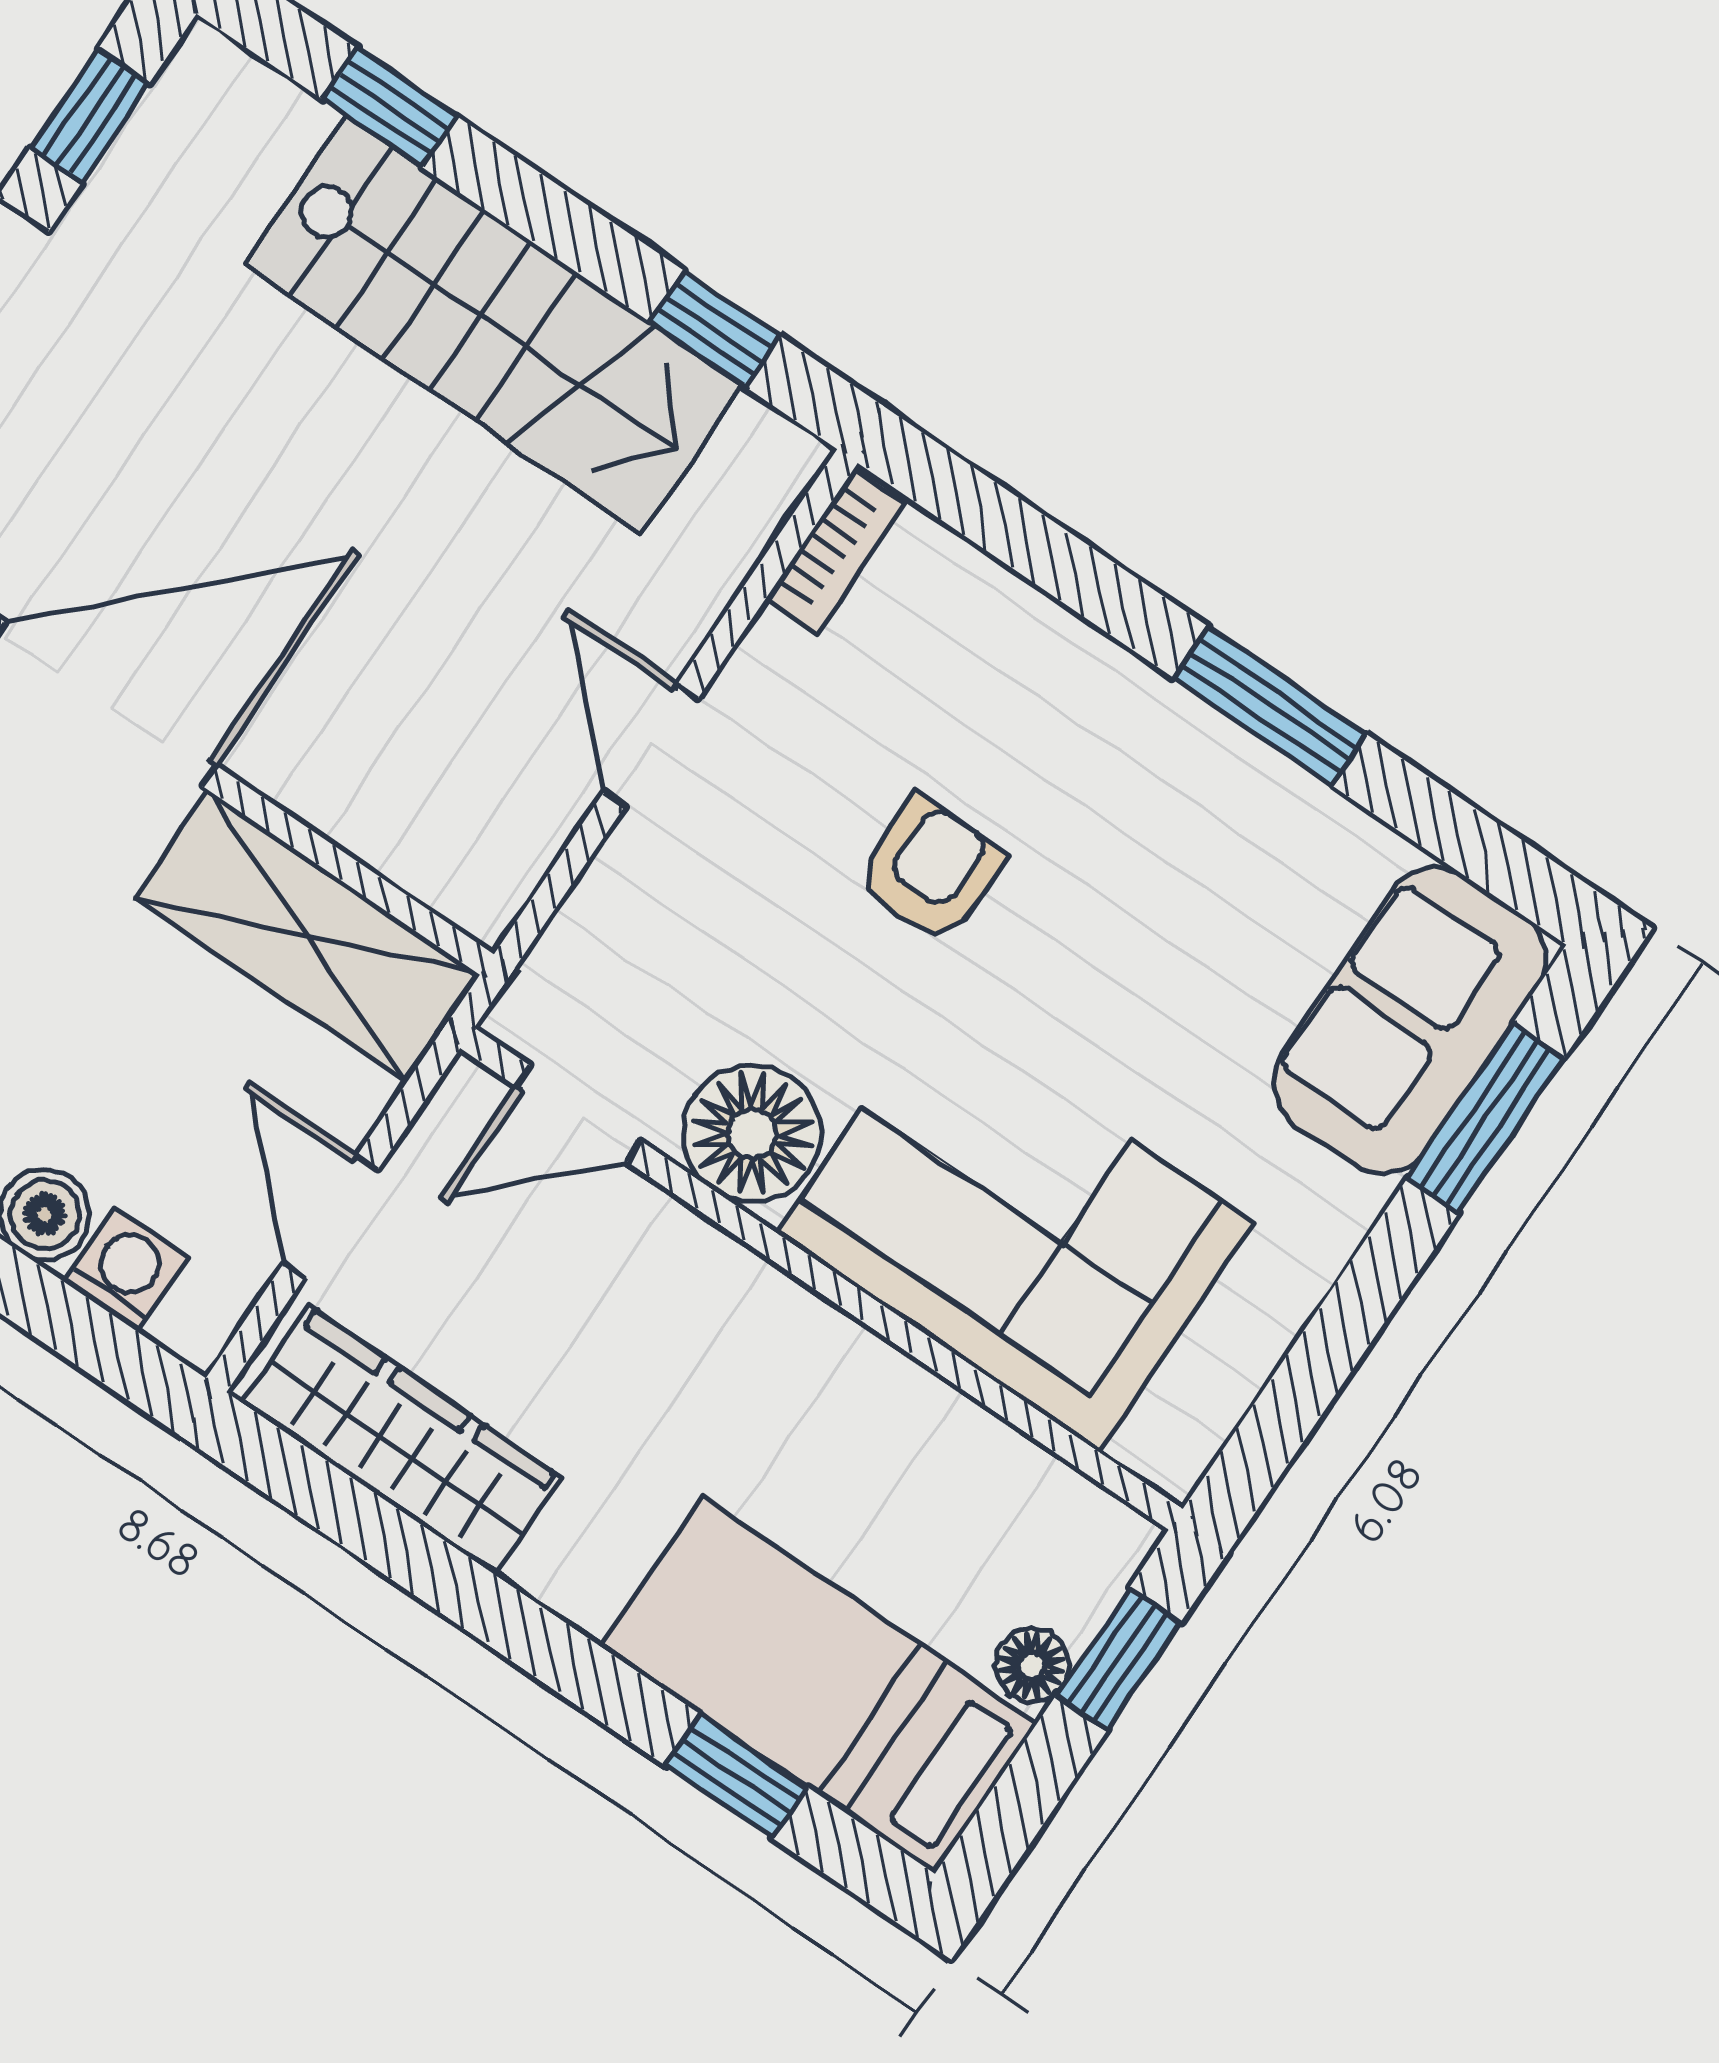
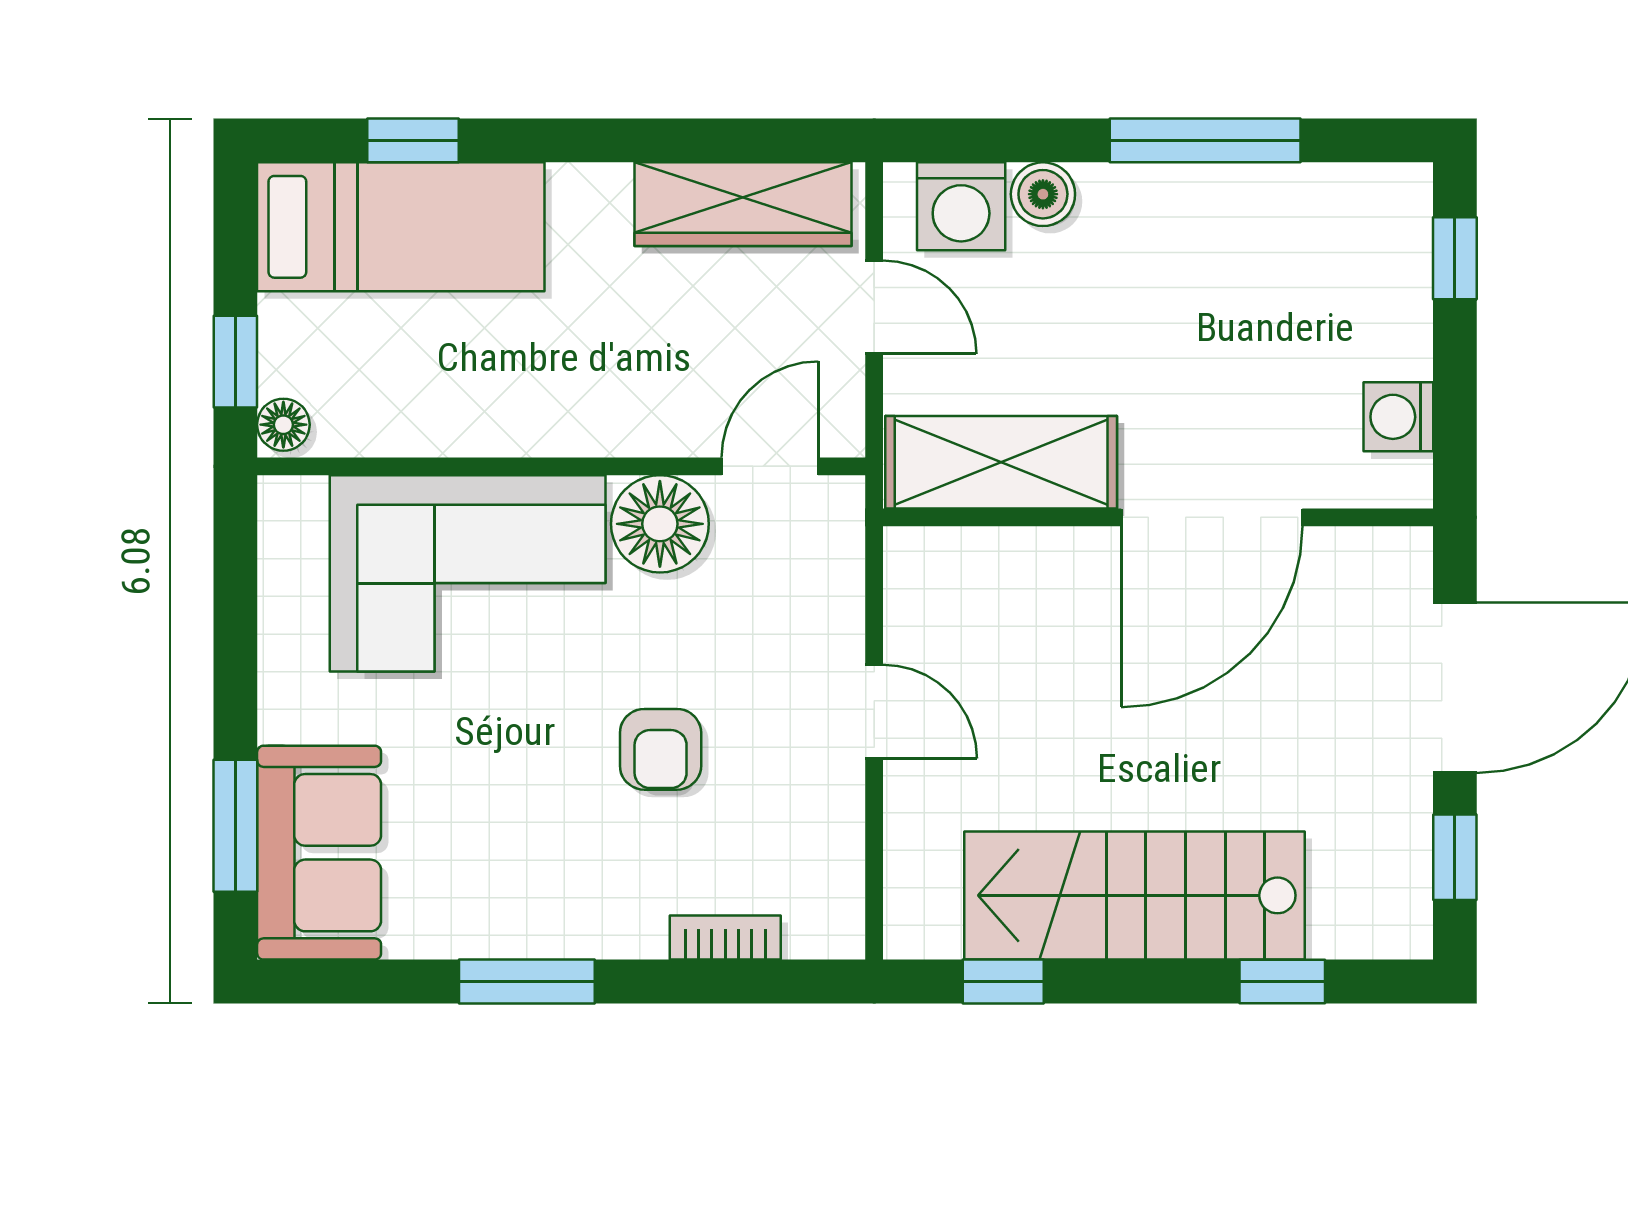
bookcase: (836, 551) -> (725, 937), moved, turned 90
washing machine: (126, 1270) -> (961, 206), width x1.38, depth x1.38
floor lamp: (1032, 1665) -> (283, 425), moved

